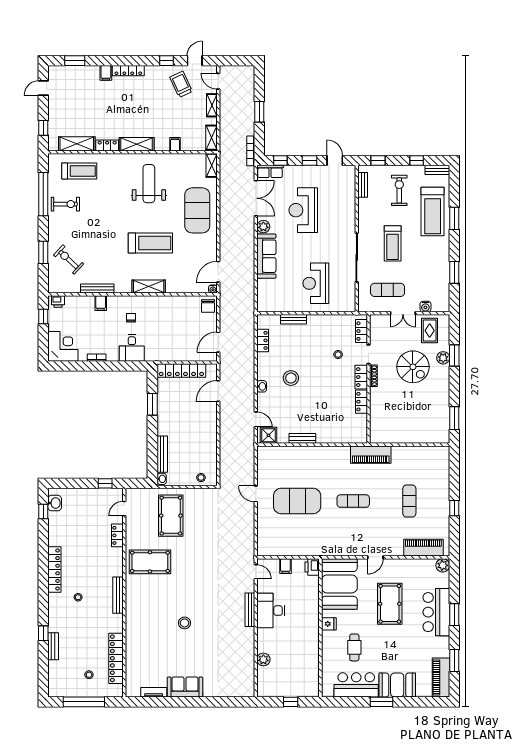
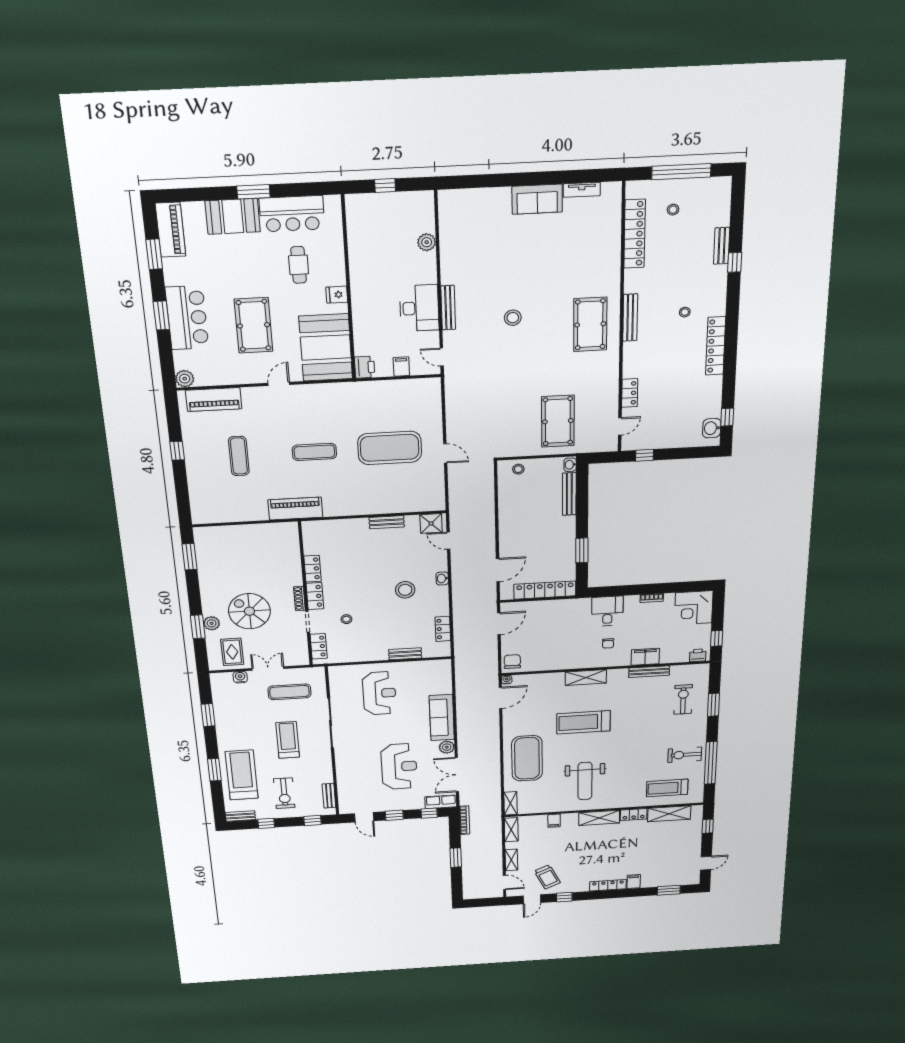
exercise bike: (69, 260) -> (683, 699), turned -133
filing cabinet: (101, 303) -> (645, 657), width x2.00
pool table: (150, 562) -> (590, 324), moved, turned 90
stool: (185, 623) -> (513, 318), moved

